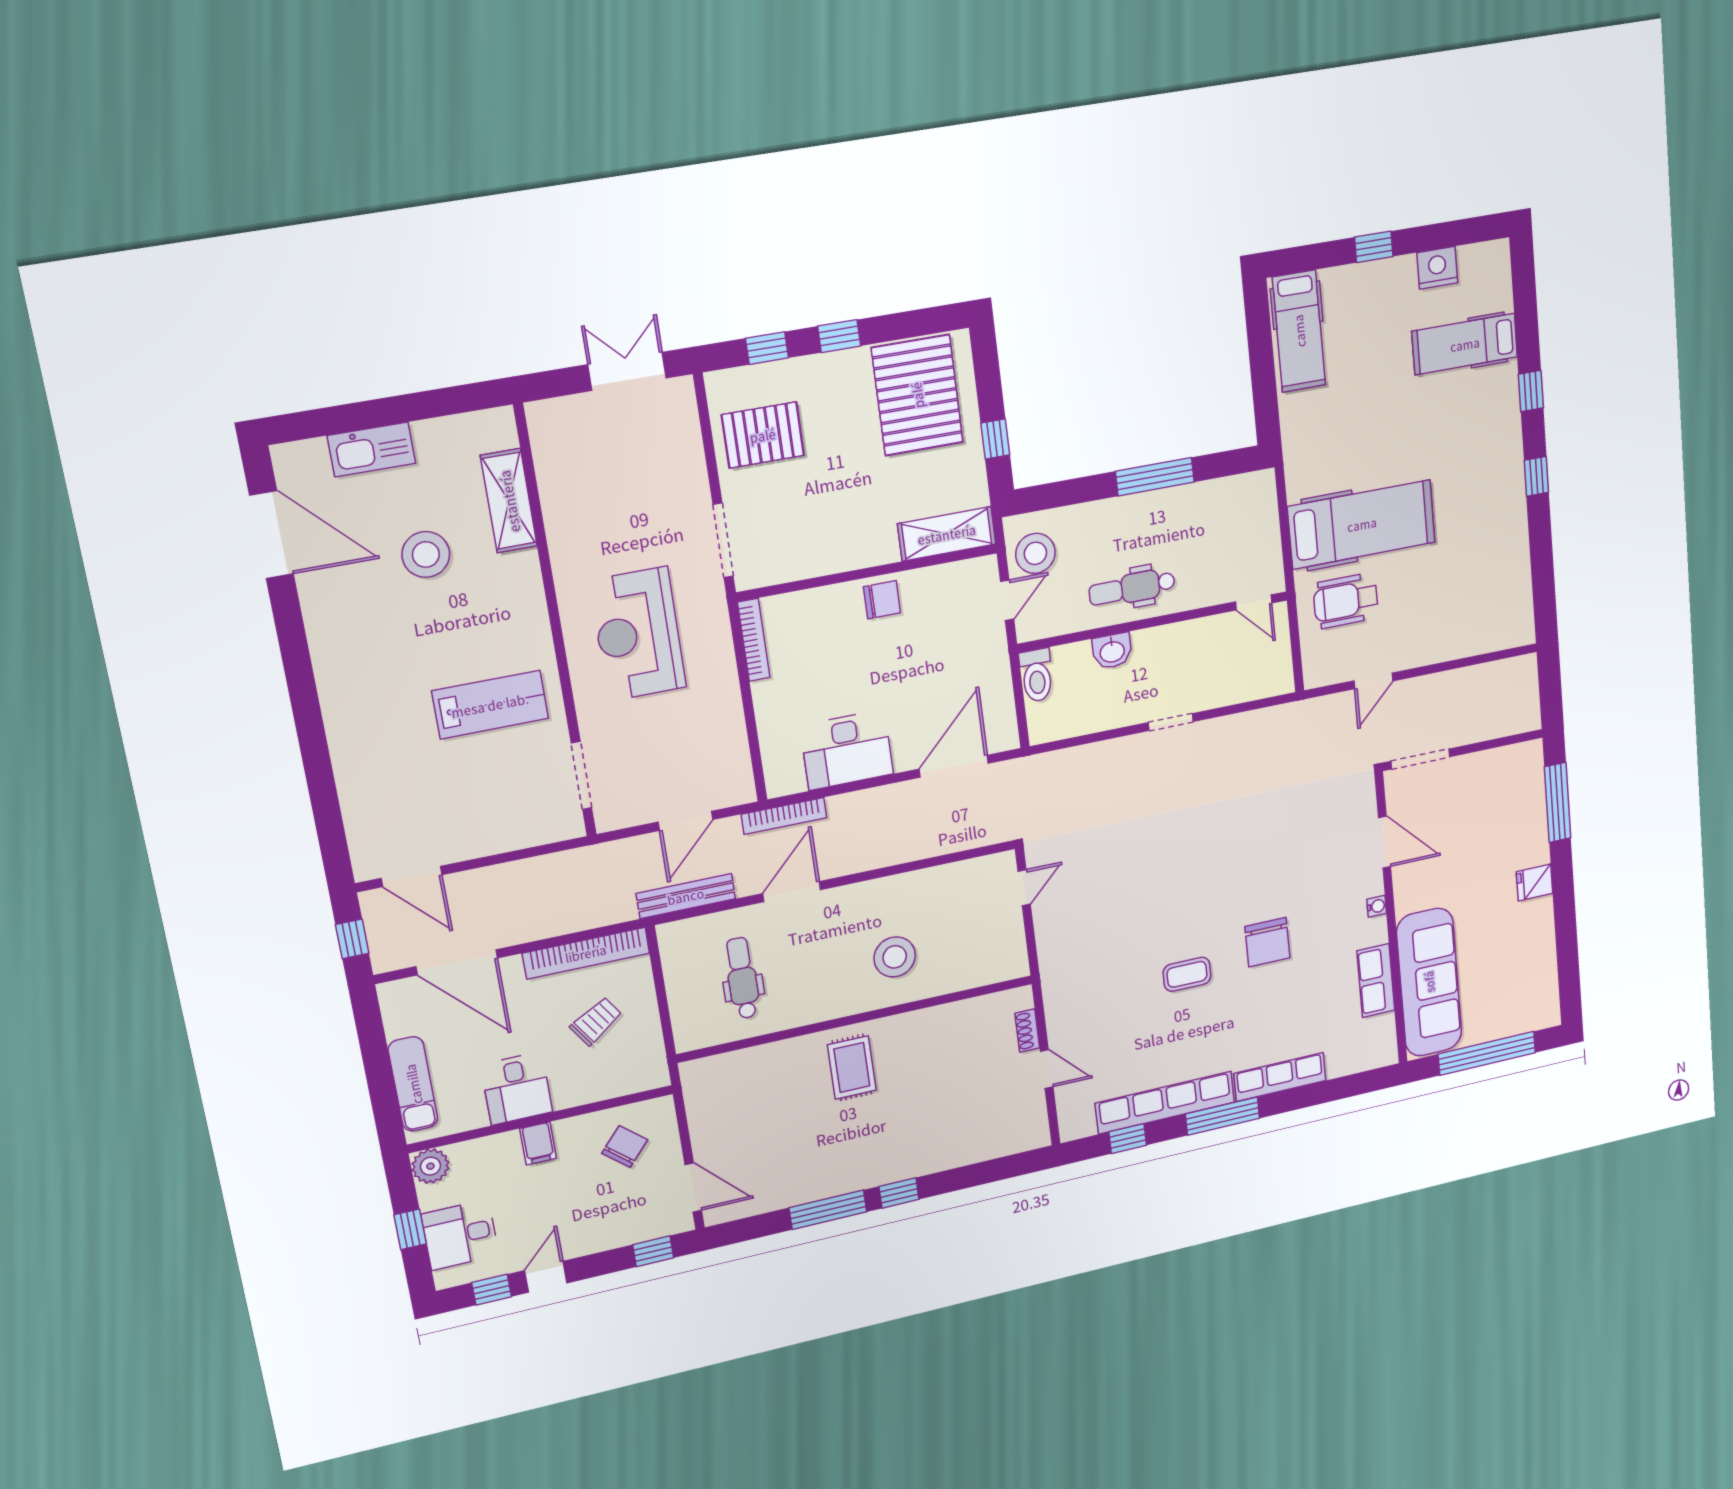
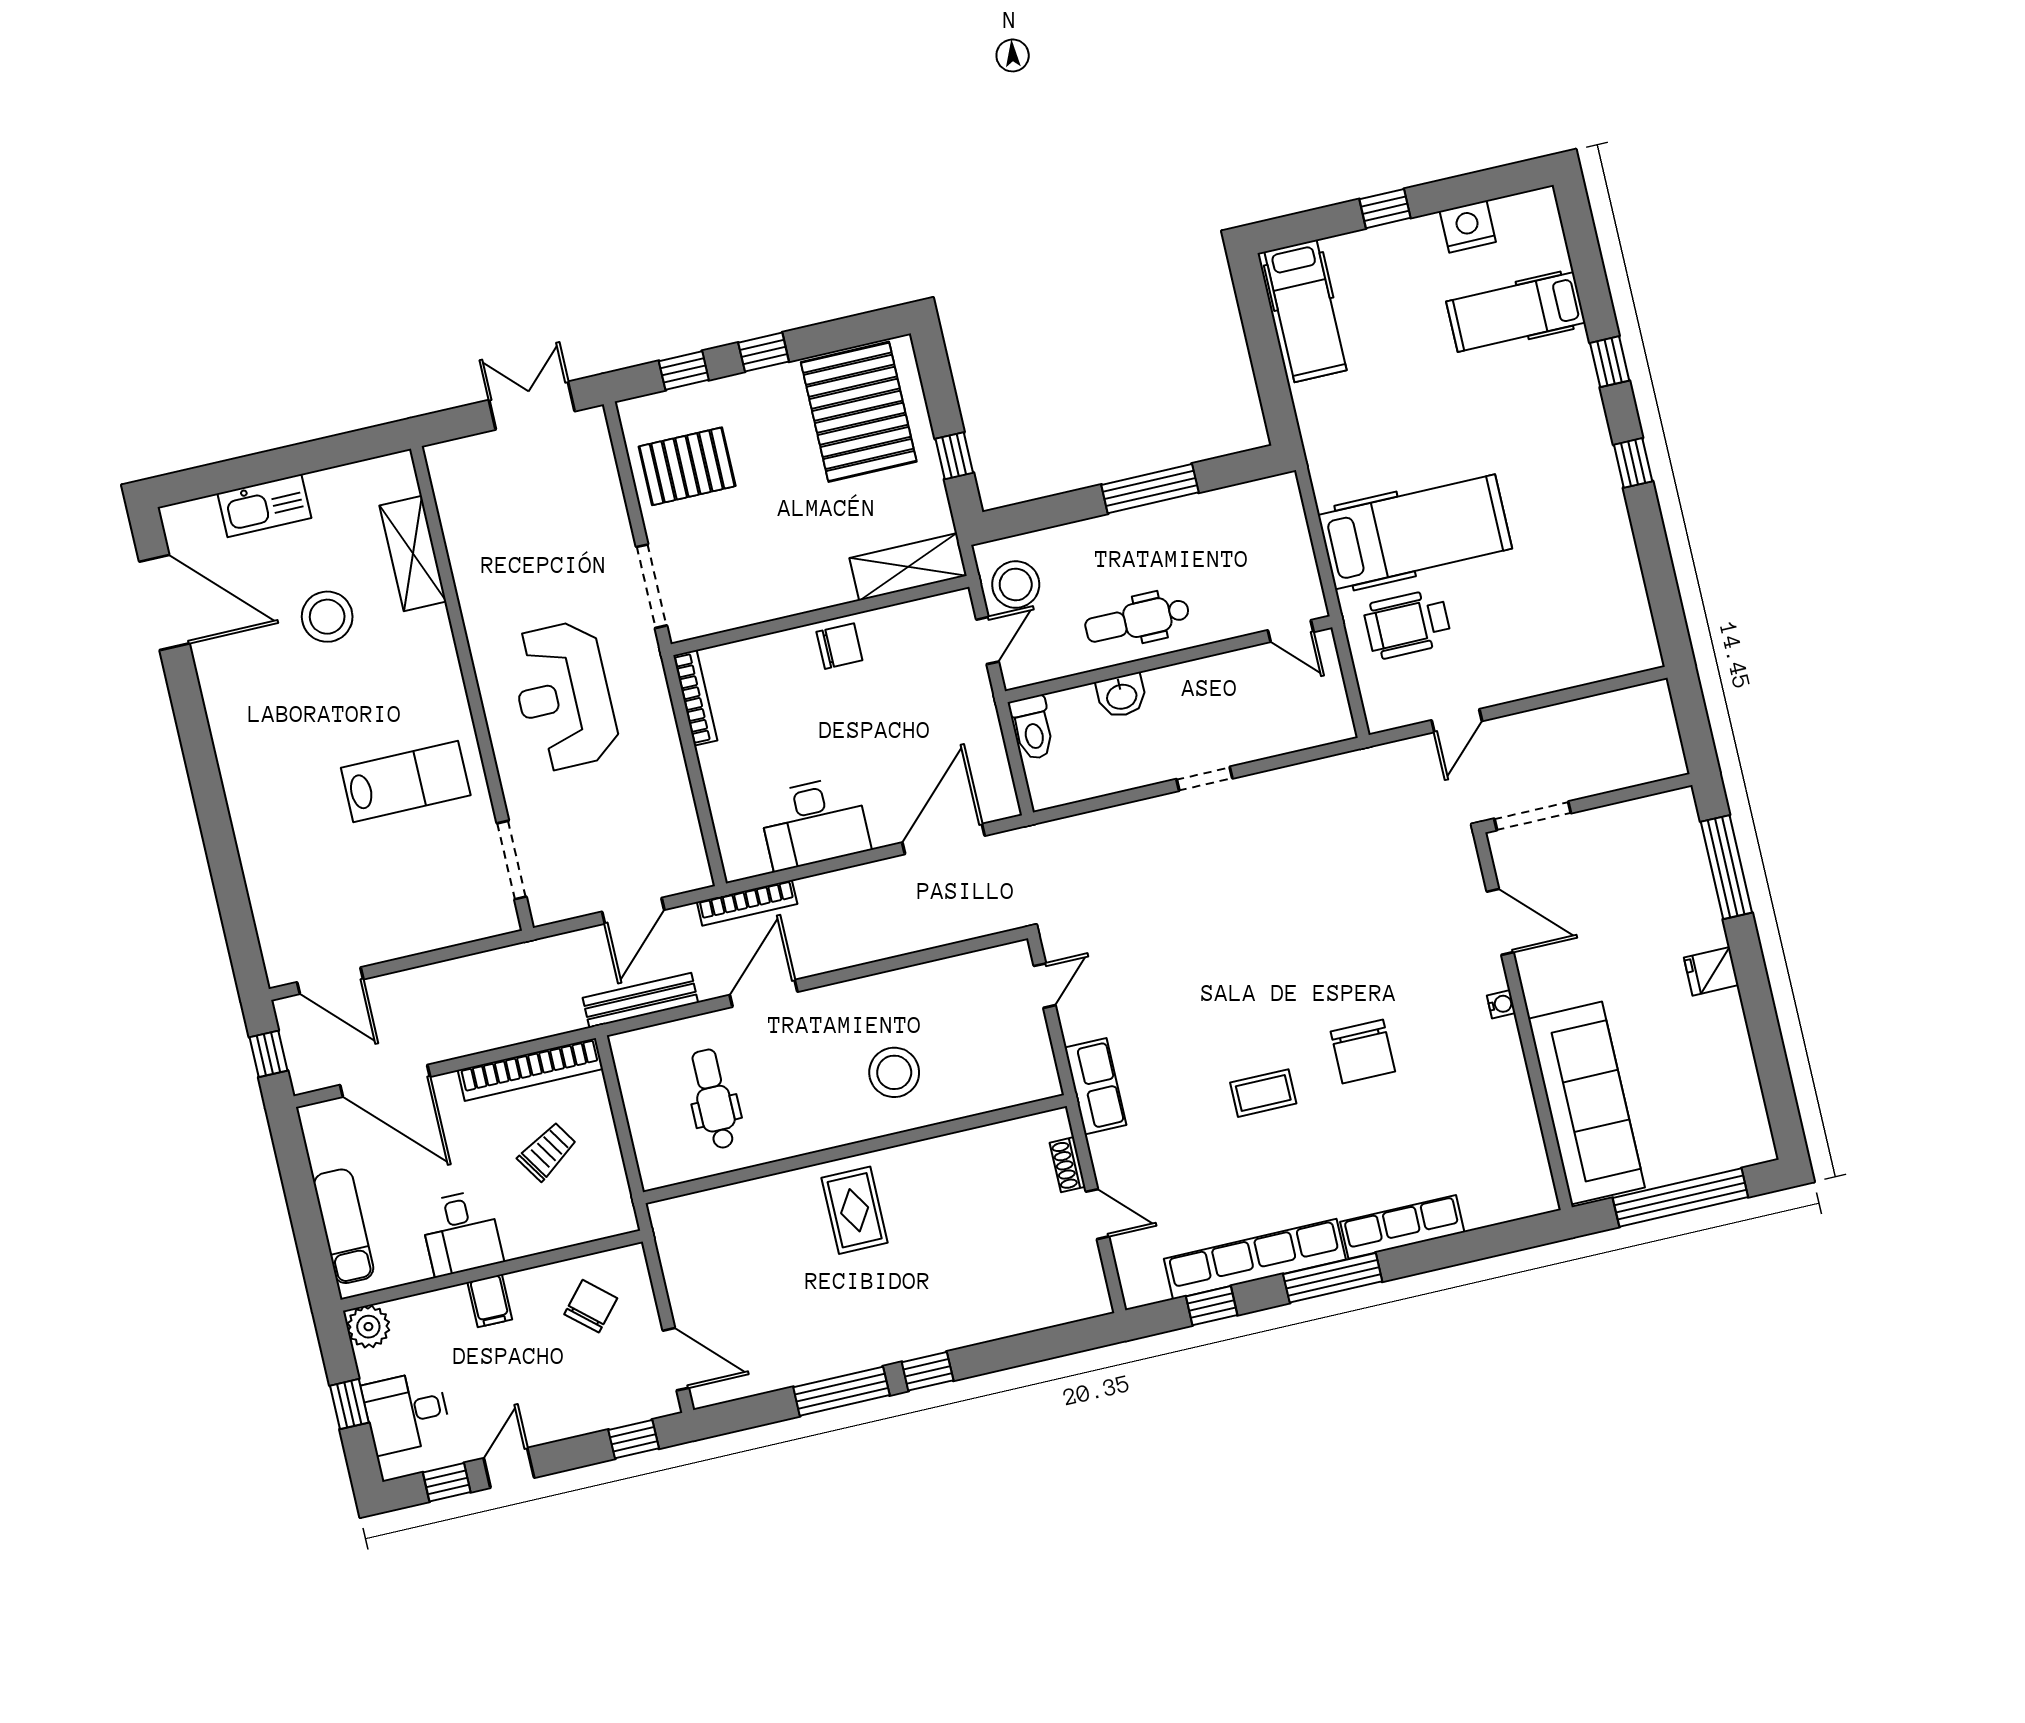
row of seats: (1376, 981) -> (1095, 1086), moved, turned 180

